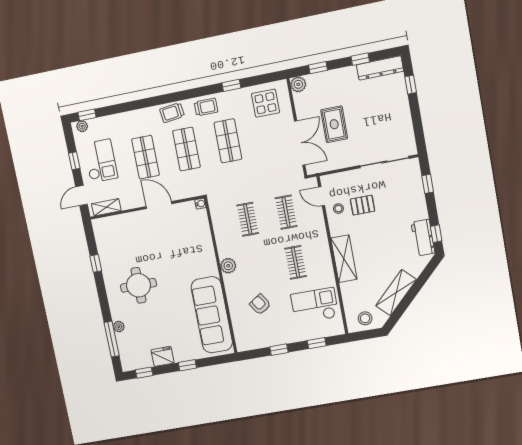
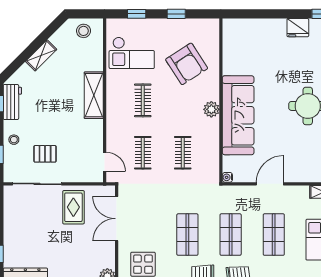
rug: (334, 124) -> (73, 207), moved
door: (159, 205) -> (270, 184), swing flipped
pallet: (363, 205) -> (45, 154), moved
stool: (338, 209) -> (14, 140), moved
shelving: (396, 293) -> (41, 55), width x0.67, depth x0.75
armchair: (260, 304) -> (187, 64), width x1.88, depth x1.88
sofa: (212, 315) -> (238, 115), moved
window: (187, 365) -> (274, 14), removed

